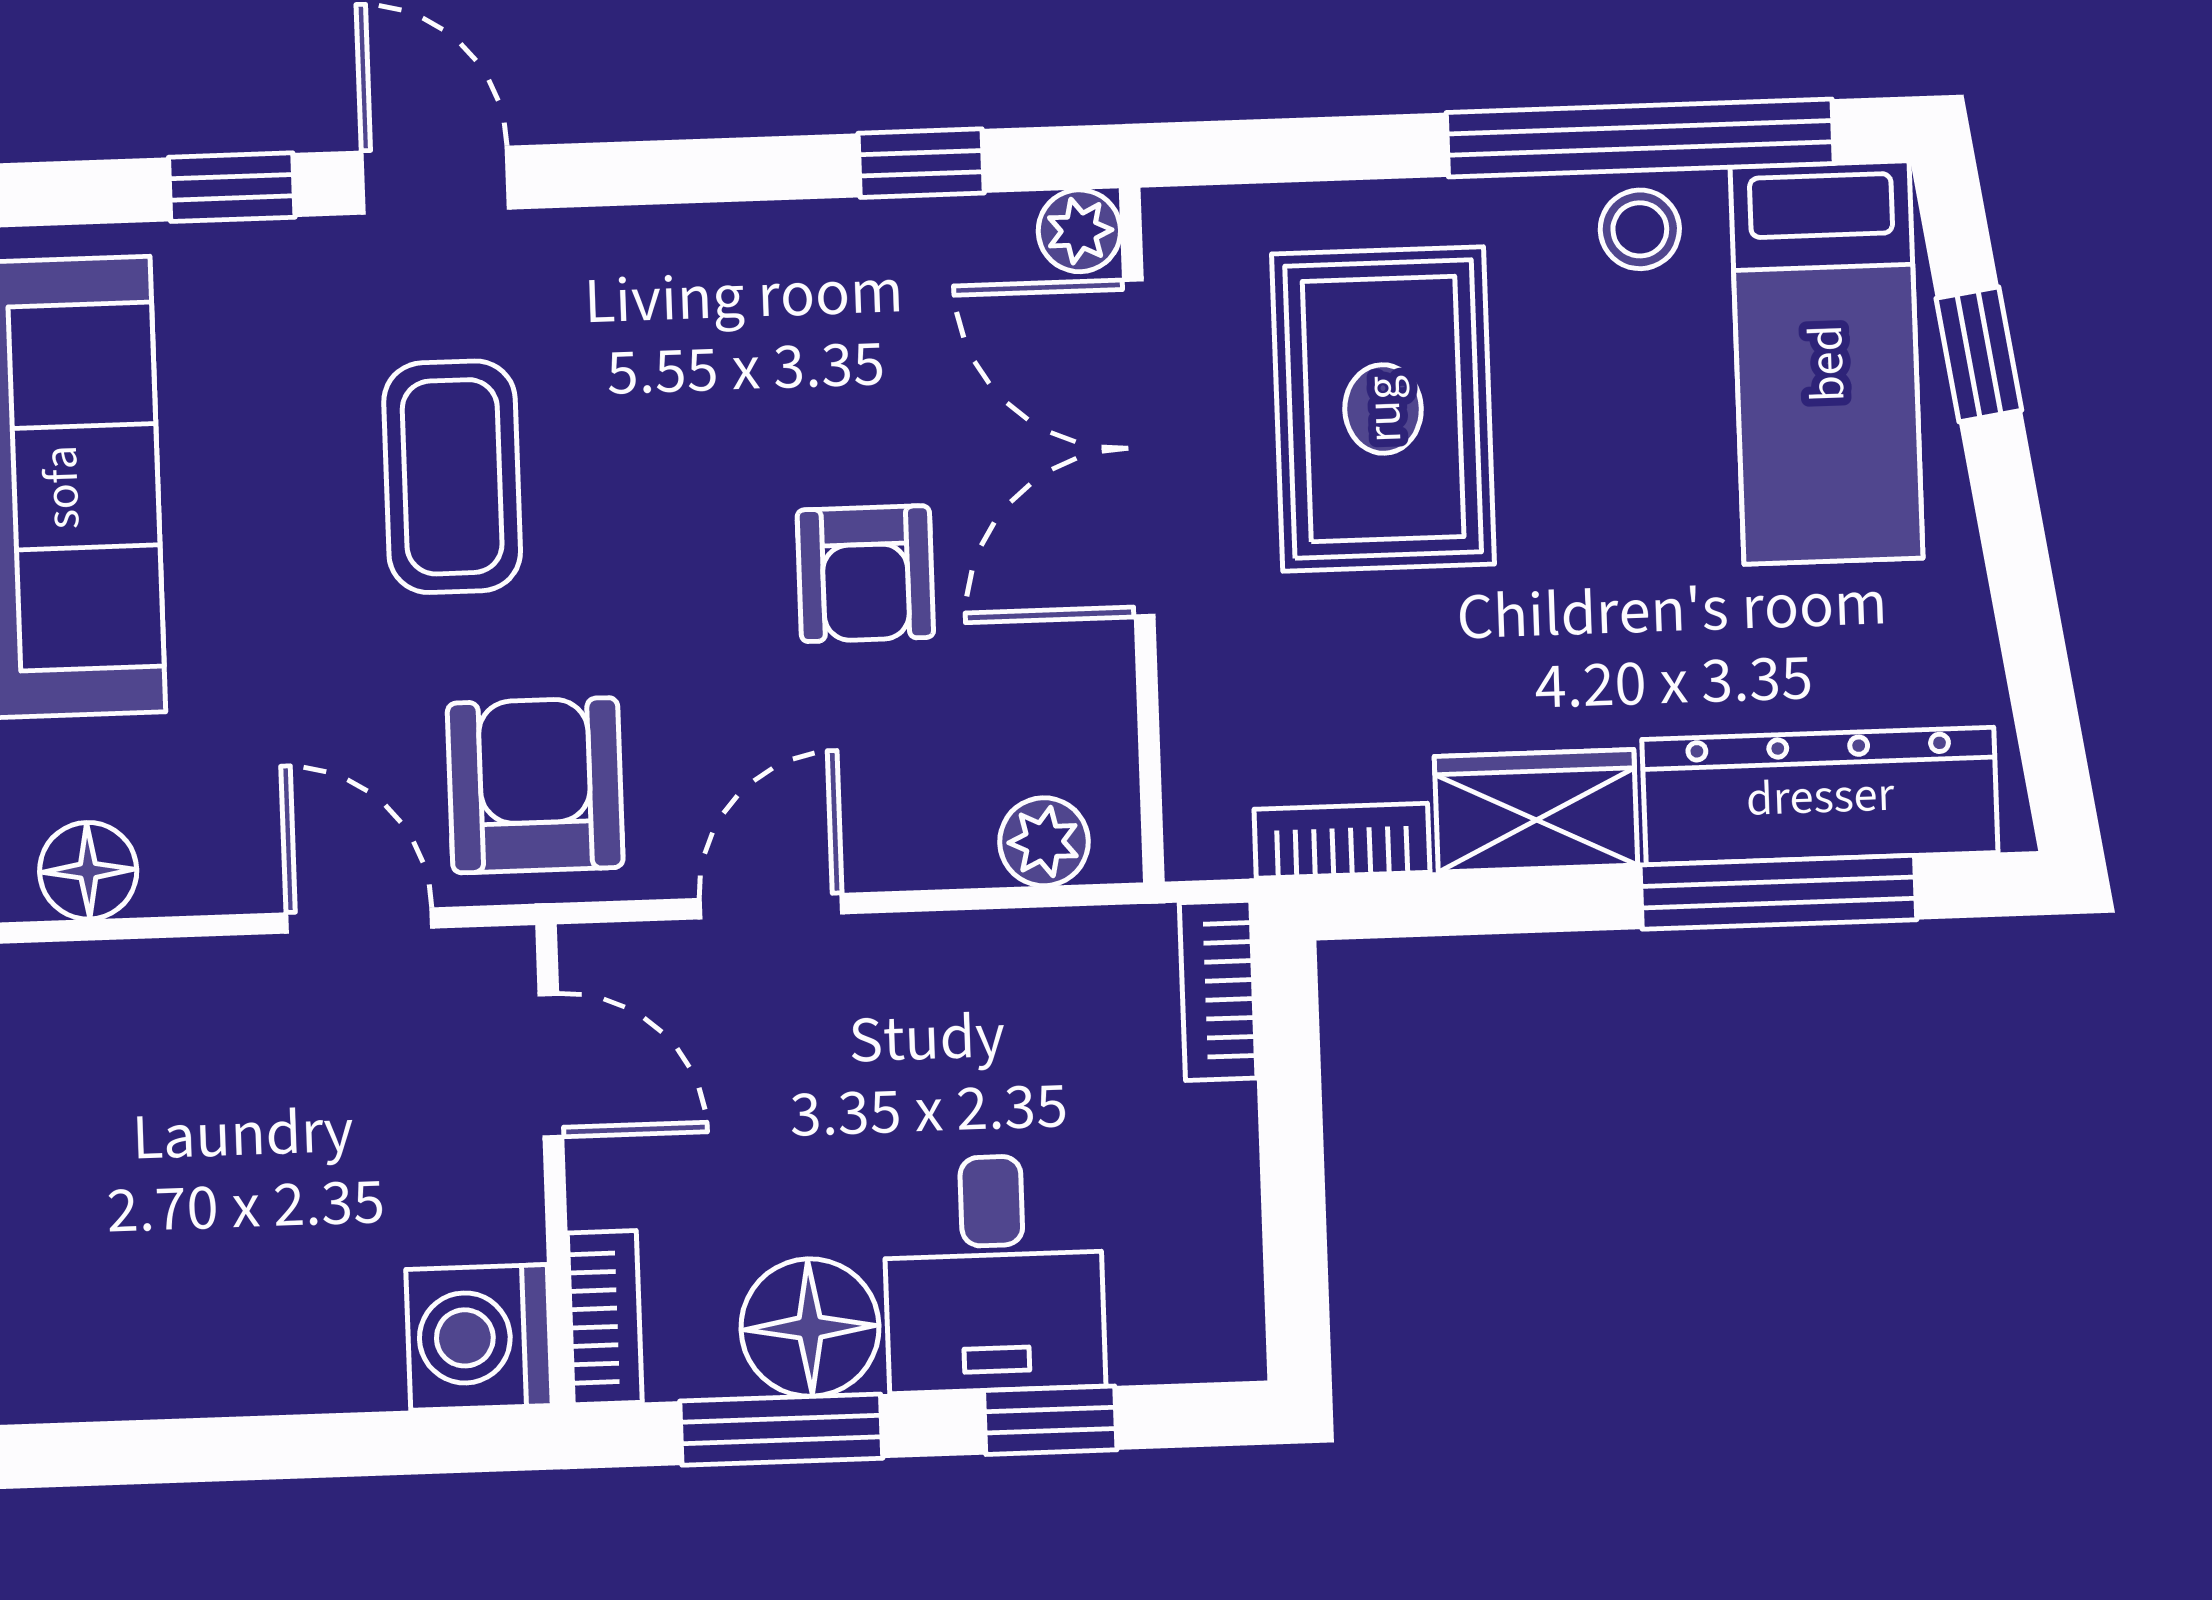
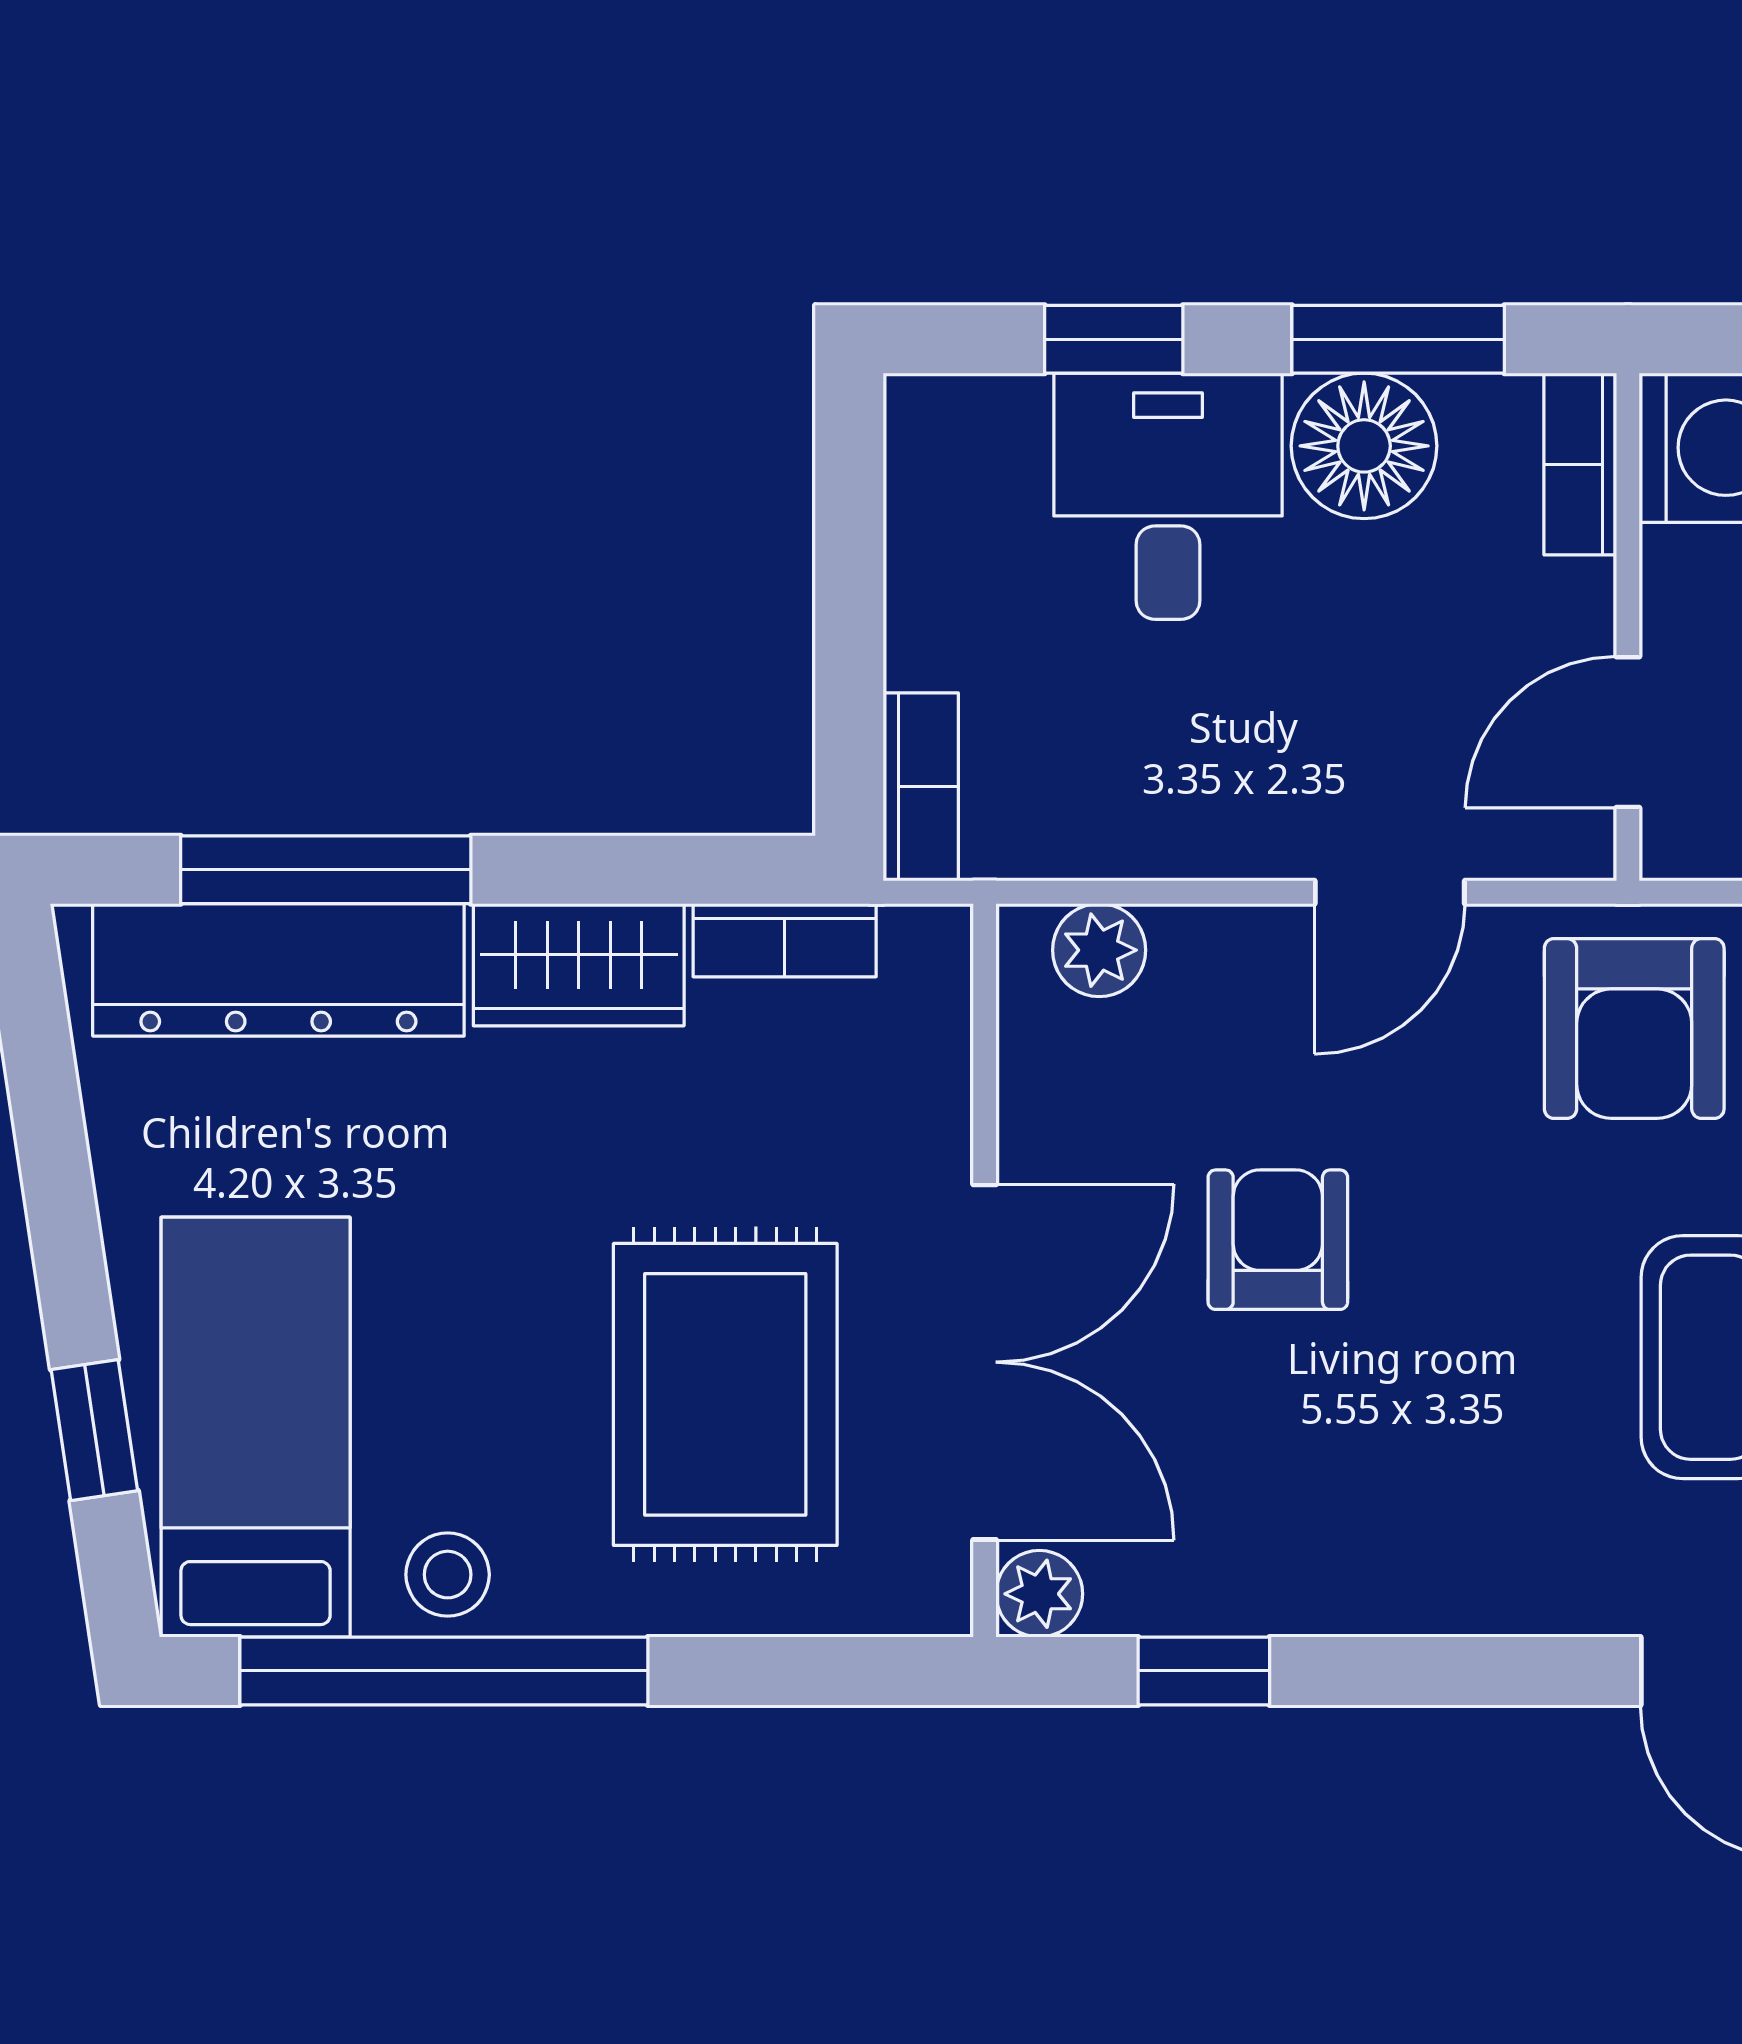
door: (551, 1065) -> (1628, 732), hinge flipped

